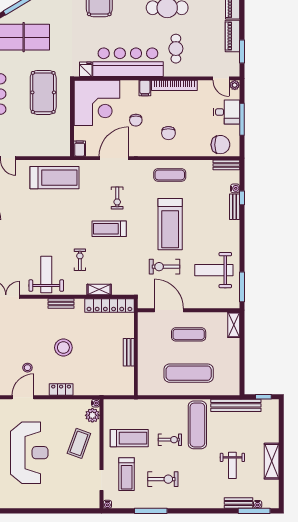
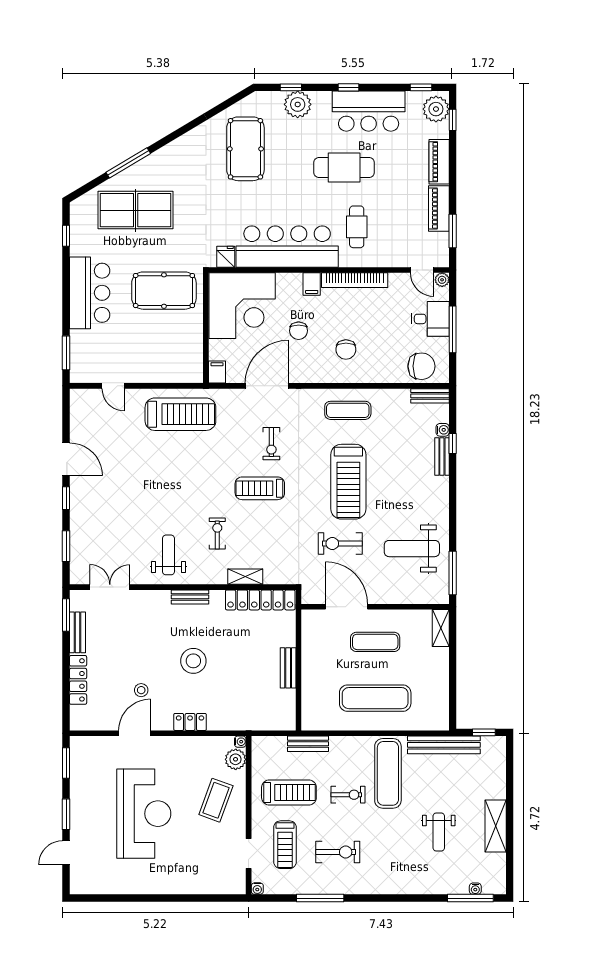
pool table: (43, 92) -> (164, 291), turned 90
weight bench: (46, 275) -> (168, 555), width x0.73, depth x0.75
bench: (239, 503) -> (308, 744), moved

